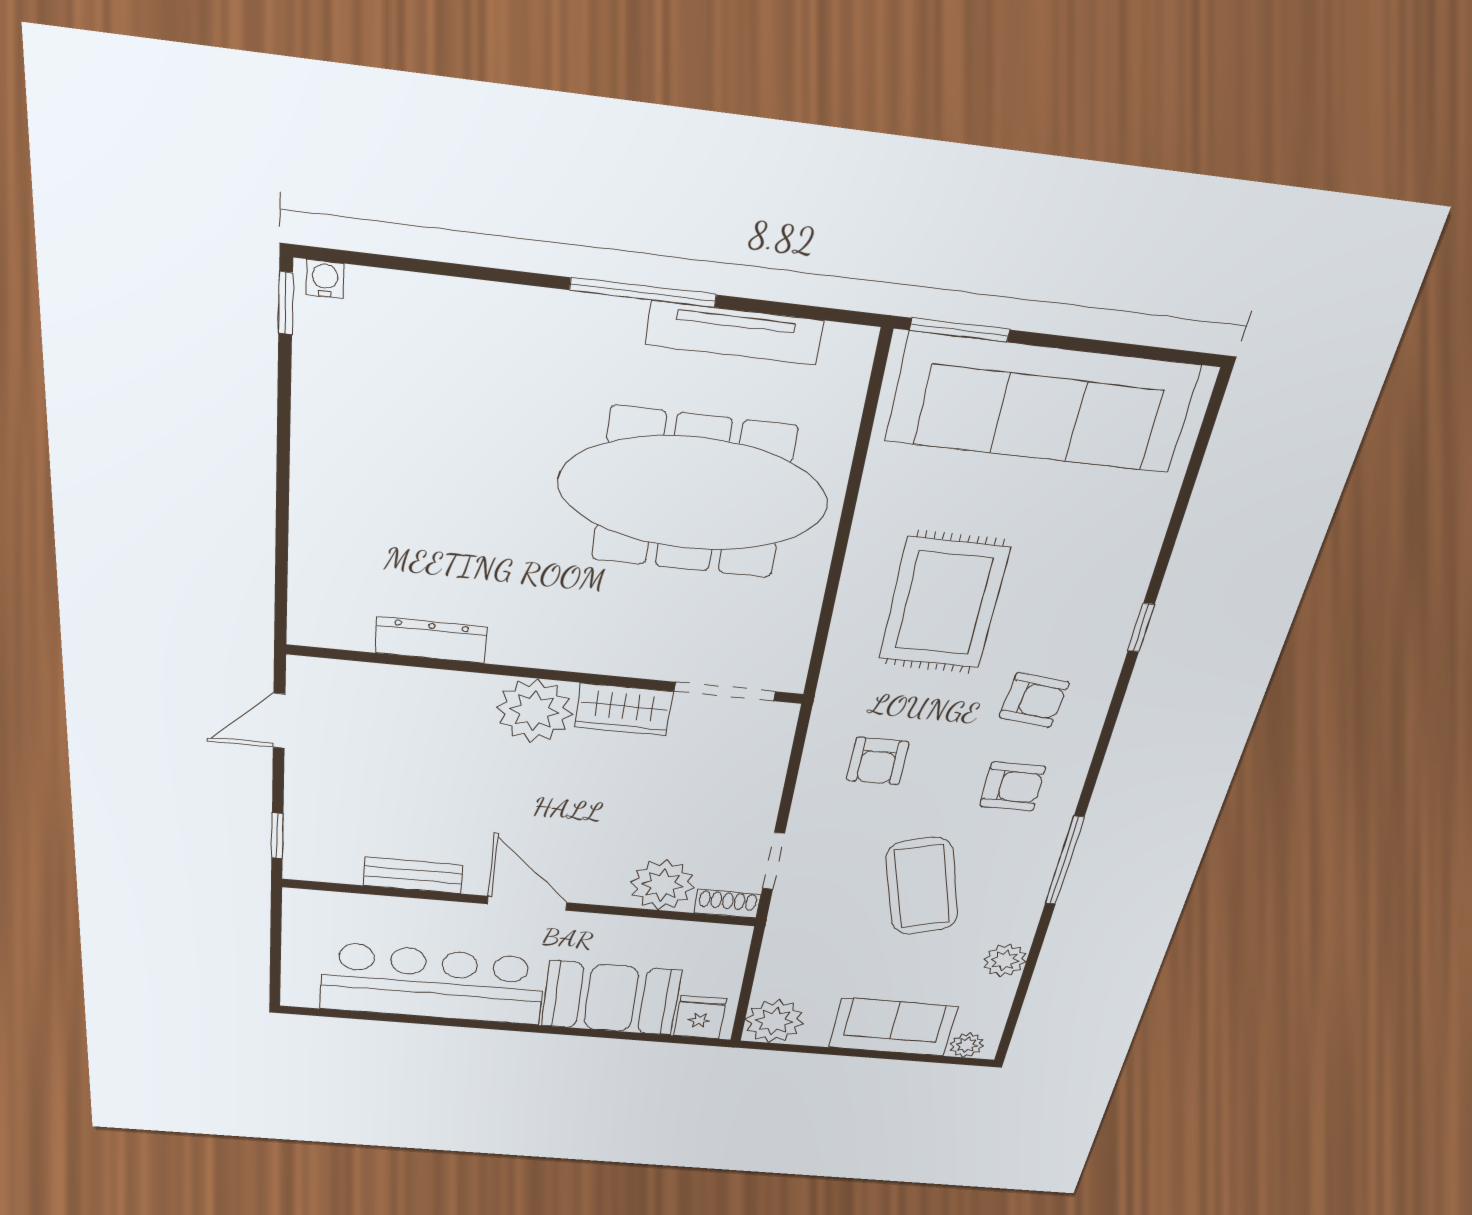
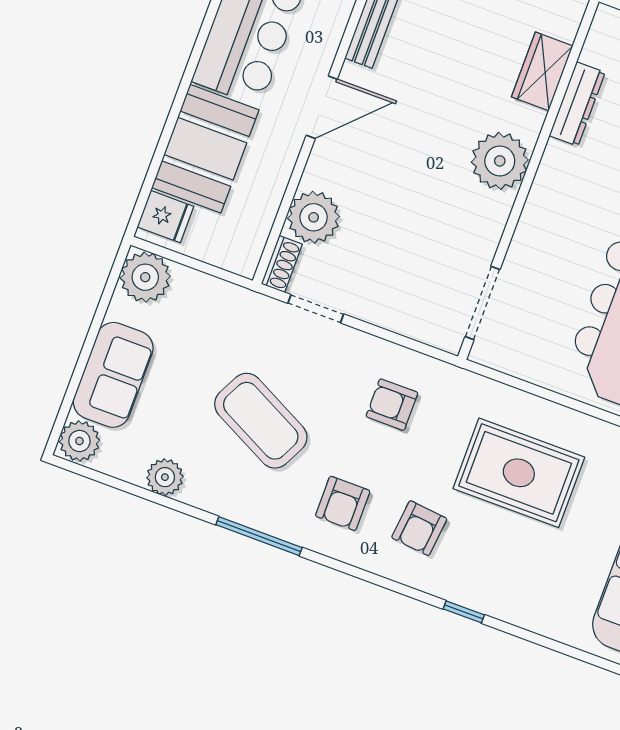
wardrobe: (624, 709) -> (542, 71), moved
coffee table: (922, 886) -> (261, 421), turned 43
plant: (967, 1045) -> (79, 441), width x1.38, depth x1.38

